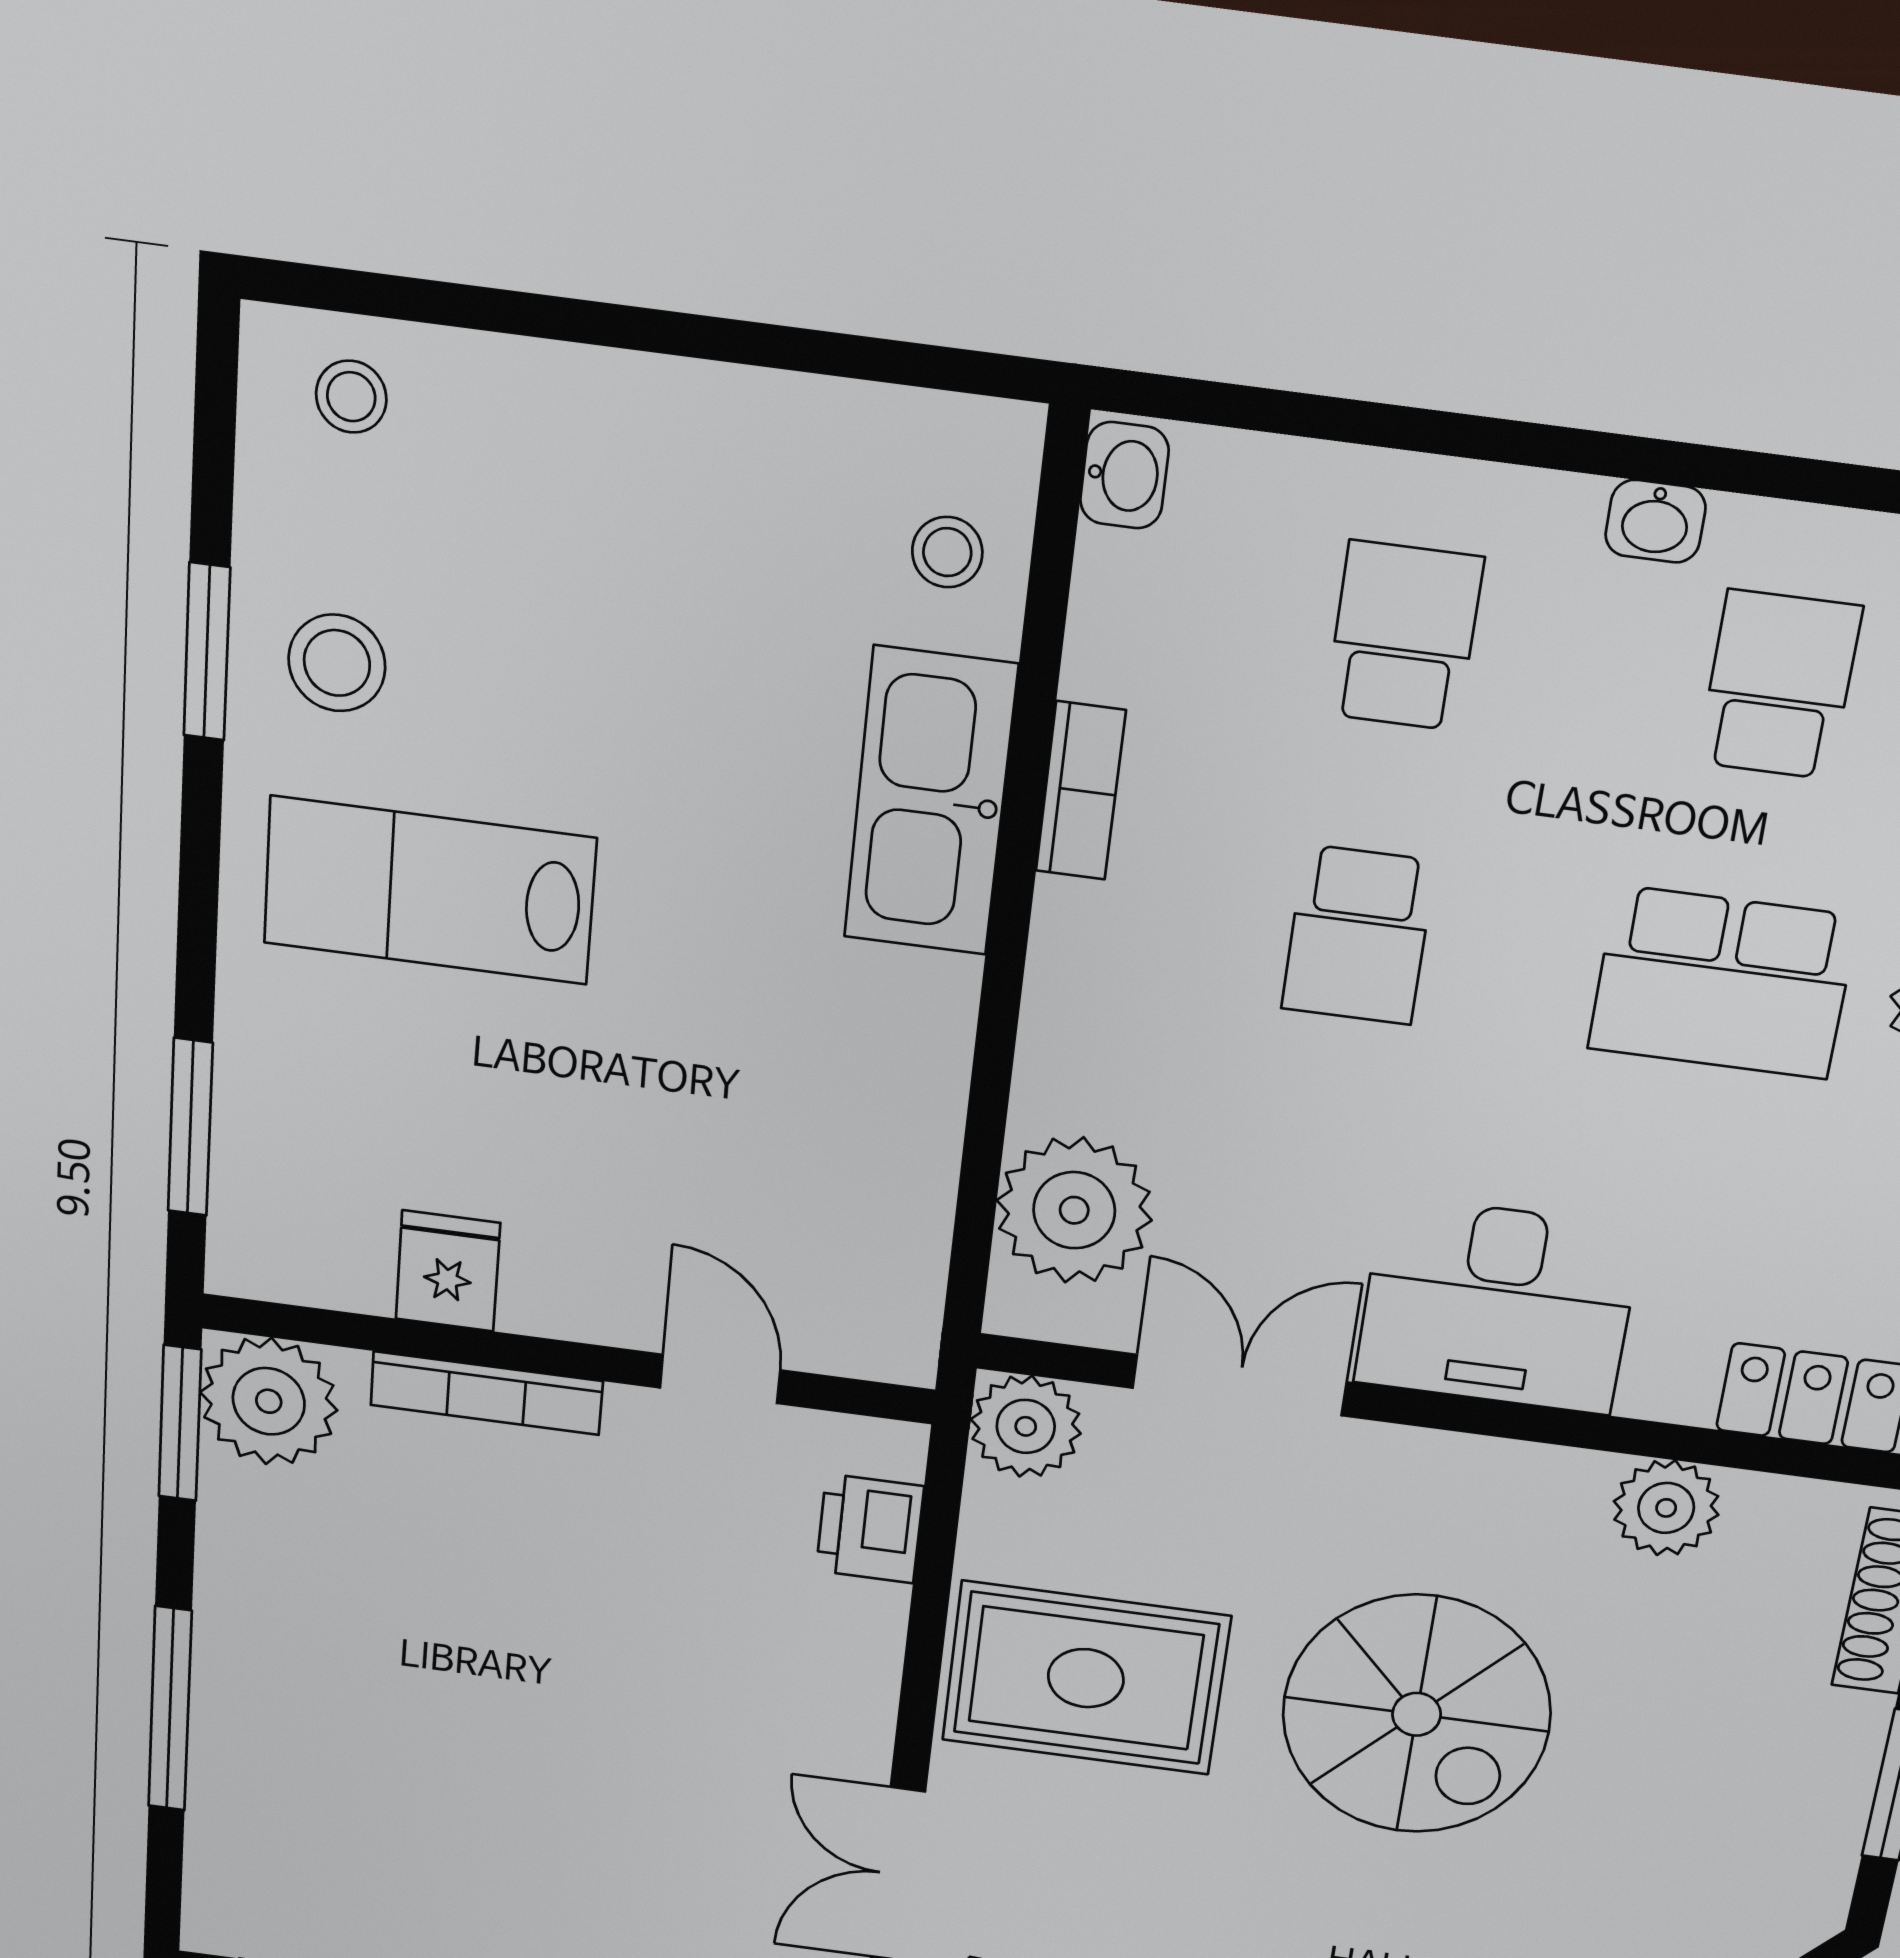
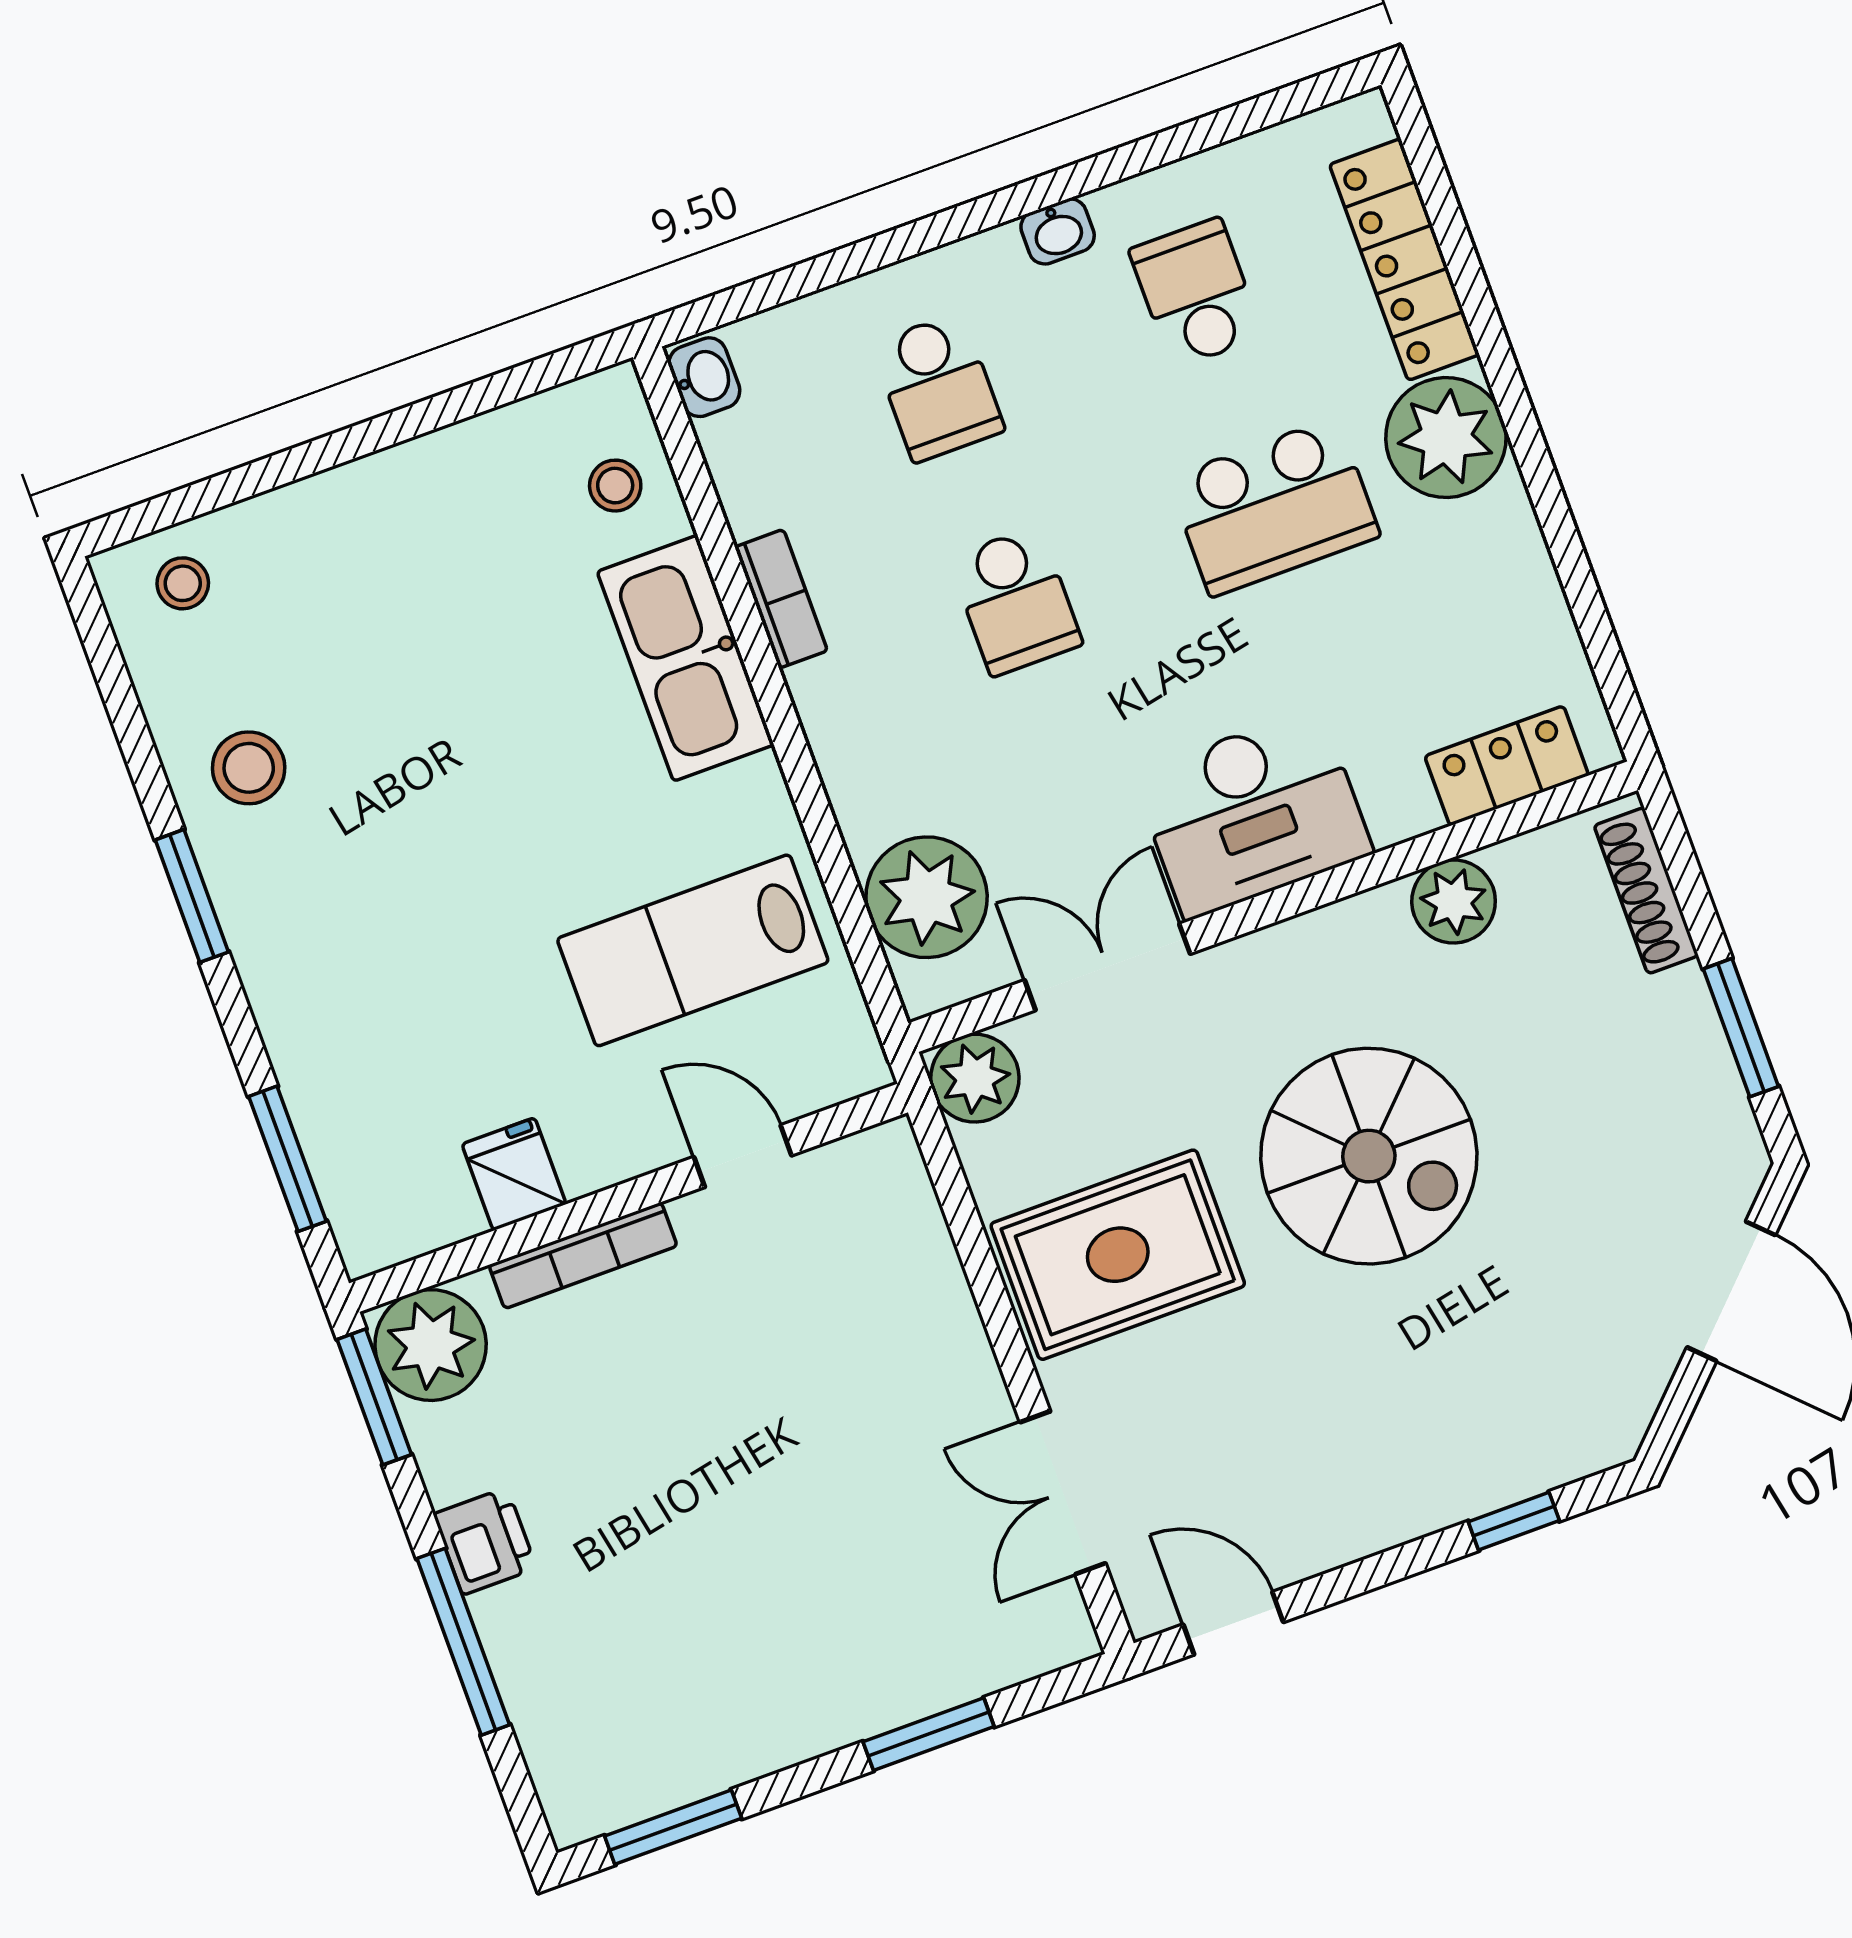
school desk: (1404, 636) -> (938, 387), turned 180
window: (207, 652) -> (192, 896), moved
lab bench: (429, 890) -> (693, 950), moved
printer: (870, 1529) -> (485, 1541), moved, turned 180

